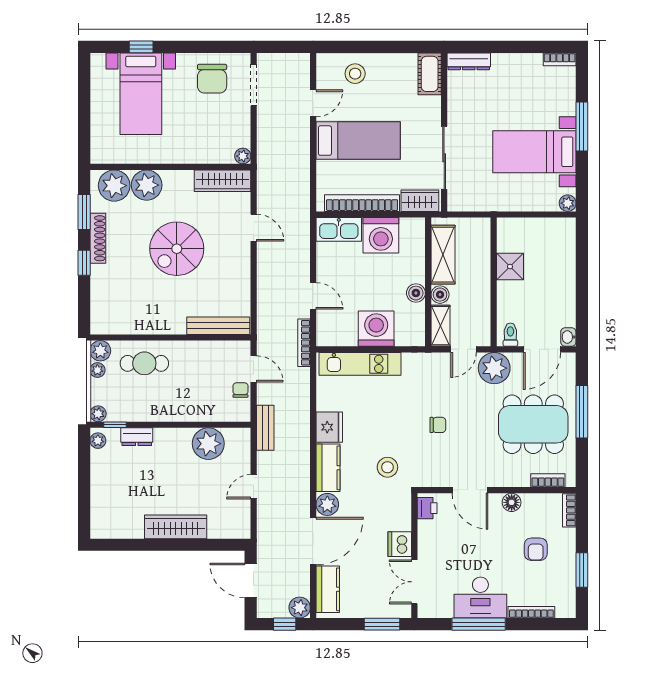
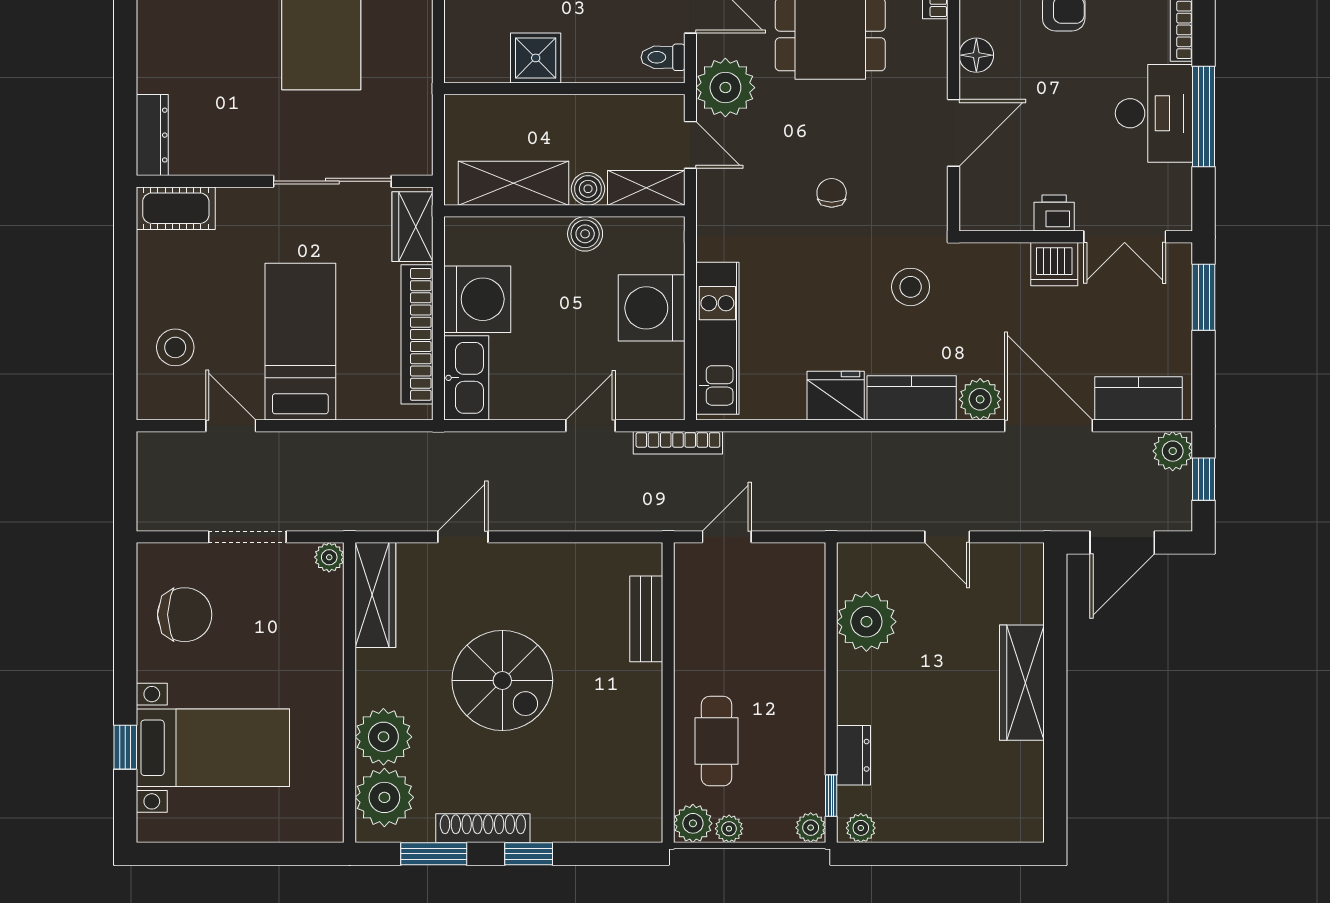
doorway: (254, 85) -> (247, 537), moved
bench: (218, 326) -> (646, 619), width x0.73
chair: (241, 390) -> (766, 561), removed
bench: (265, 428) -> (837, 515), removed
printer: (427, 508) -> (1054, 213), moved

